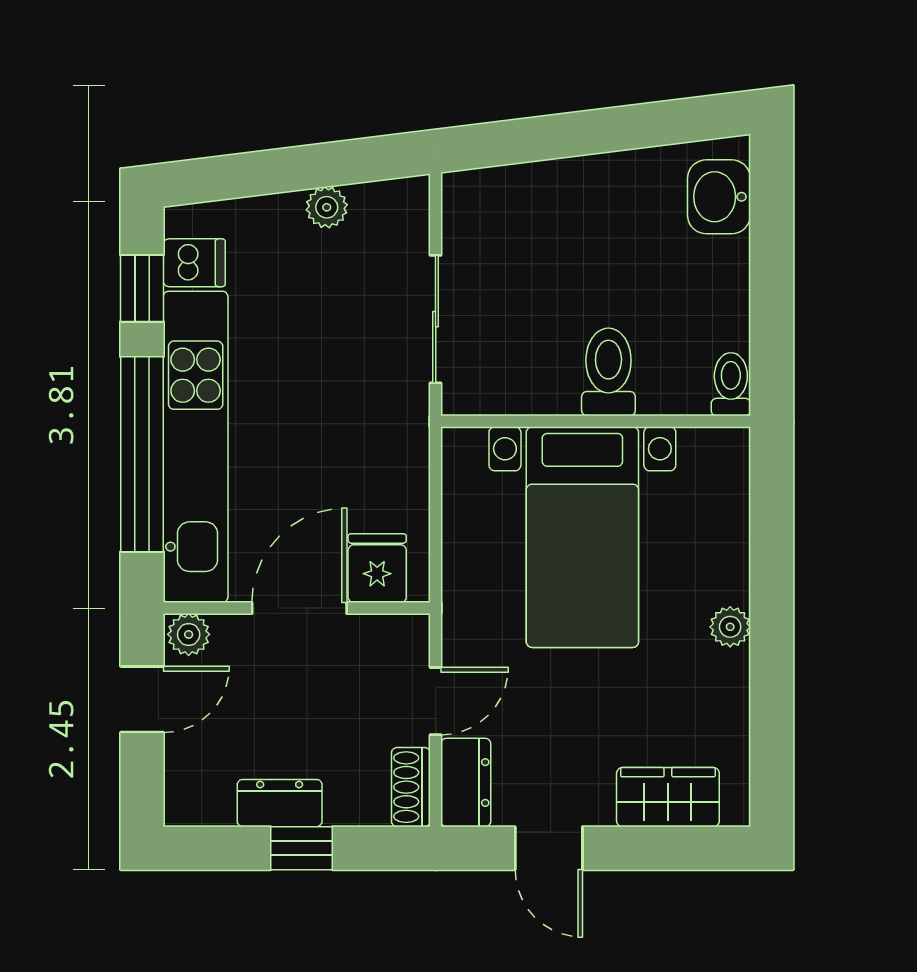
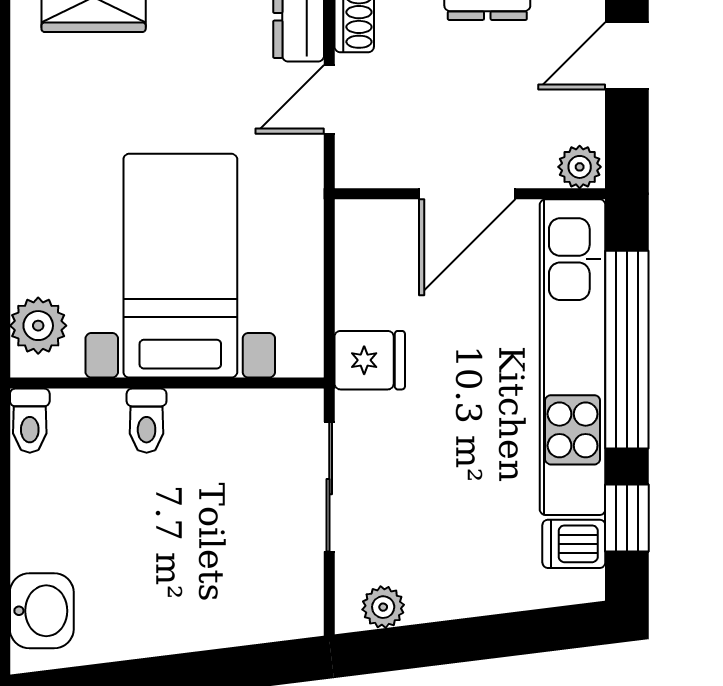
plant: (327, 207) -> (383, 607), moved
toilet: (608, 372) -> (147, 421), width x0.73, depth x0.72
fridge: (377, 568) -> (370, 360), moved, turned -90
plant: (730, 627) -> (38, 326), moved, width x1.38, depth x1.38
door: (142, 699) -> (627, 56), moved

